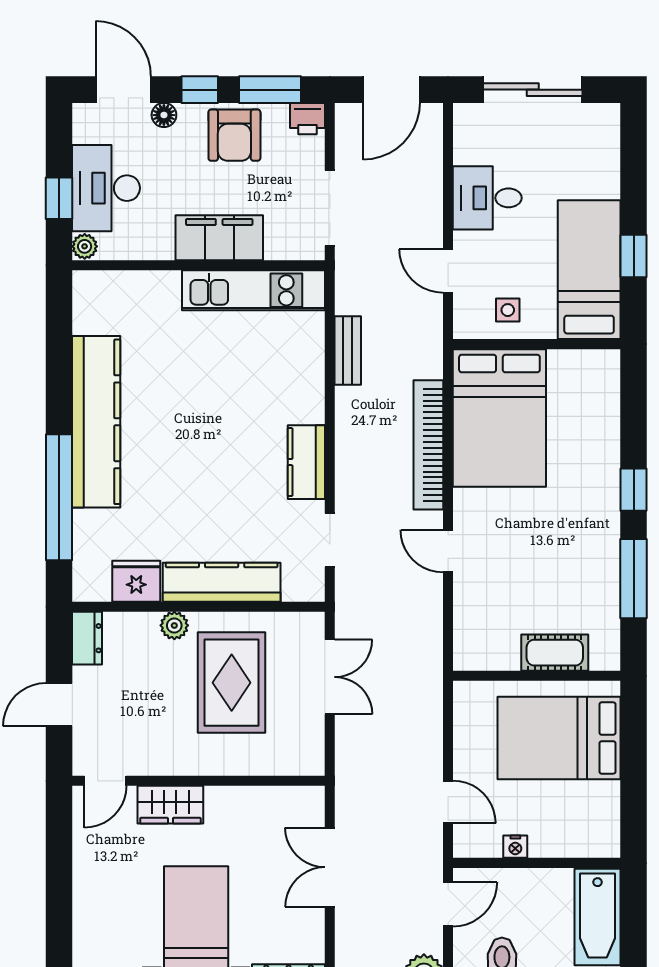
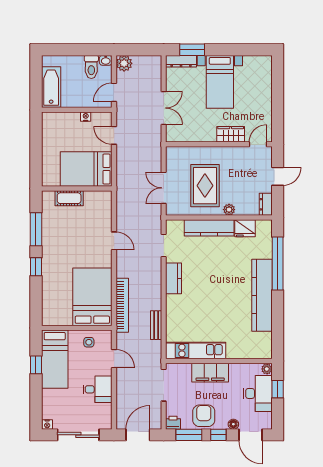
nightstand: (607, 114) -> (47, 425), added
bookcase: (428, 445) -> (122, 305), moved
bed: (559, 738) -> (86, 169), moved, turned 180

